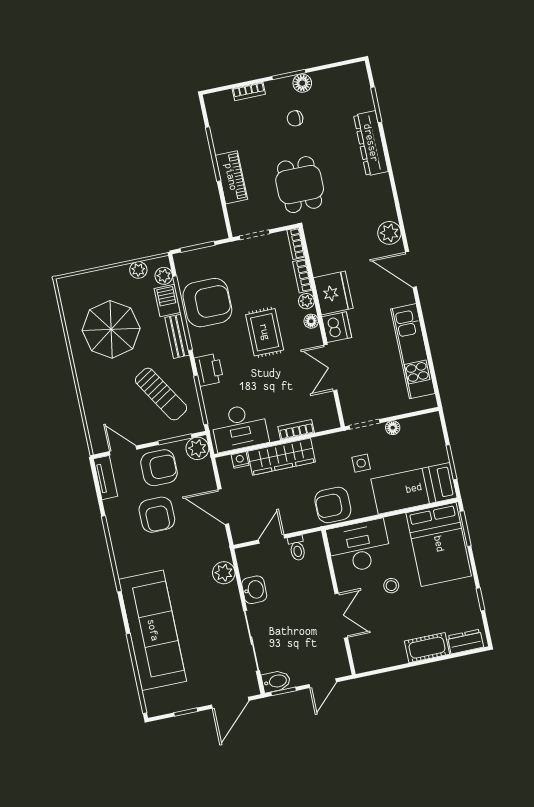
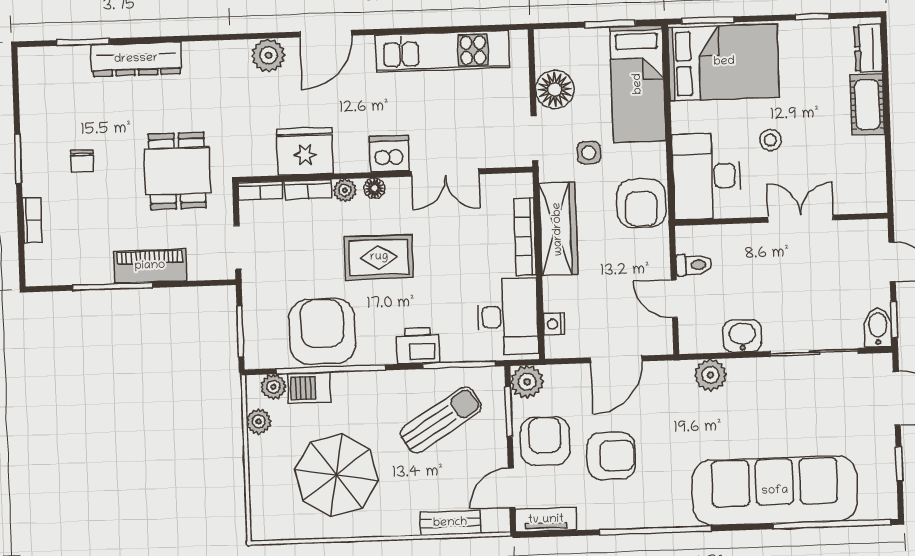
floor lamp: (302, 83) -> (34, 142), removed
dining table: (300, 185) -> (177, 171), turned 90
fridge: (333, 293) -> (305, 151), moved
bench: (177, 336) -> (450, 523), moved
floor lamp: (393, 428) -> (555, 90), width x1.89, depth x1.89
bookcase: (296, 430) -> (525, 237), width x1.56
wardrobe: (281, 457) -> (558, 229), moved

